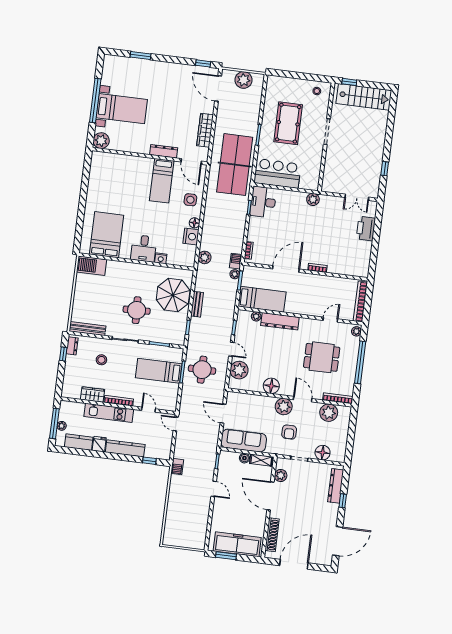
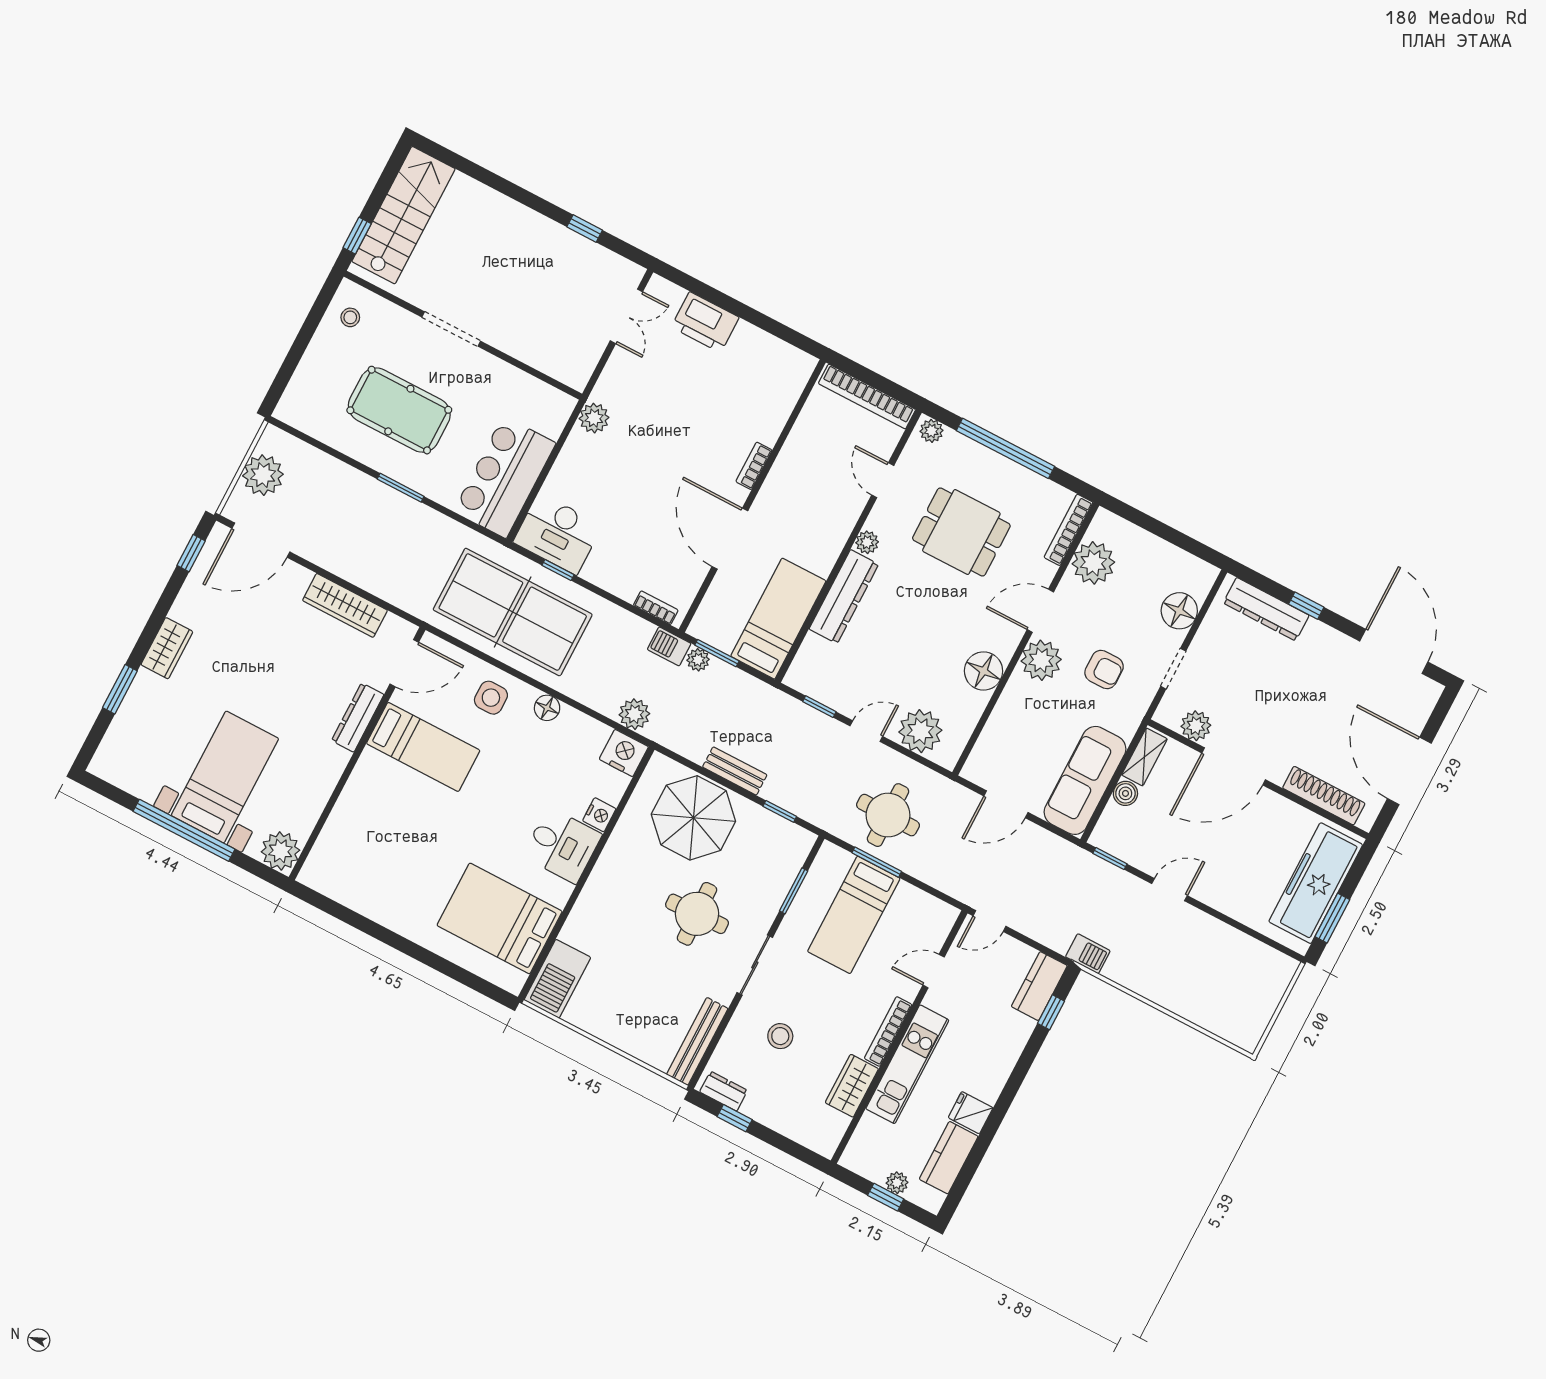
wardrobe: (163, 68) -> (167, 648), added
table tennis table: (235, 165) -> (513, 612), moved
nightstand: (191, 237) -> (624, 753), moved
plant: (256, 316) -> (867, 542), moved
dining table: (322, 357) -> (961, 532), turned 90
window: (54, 424) -> (886, 1197), width x0.46
kitchen counter: (125, 448) -> (1039, 986), moved, width x0.67

